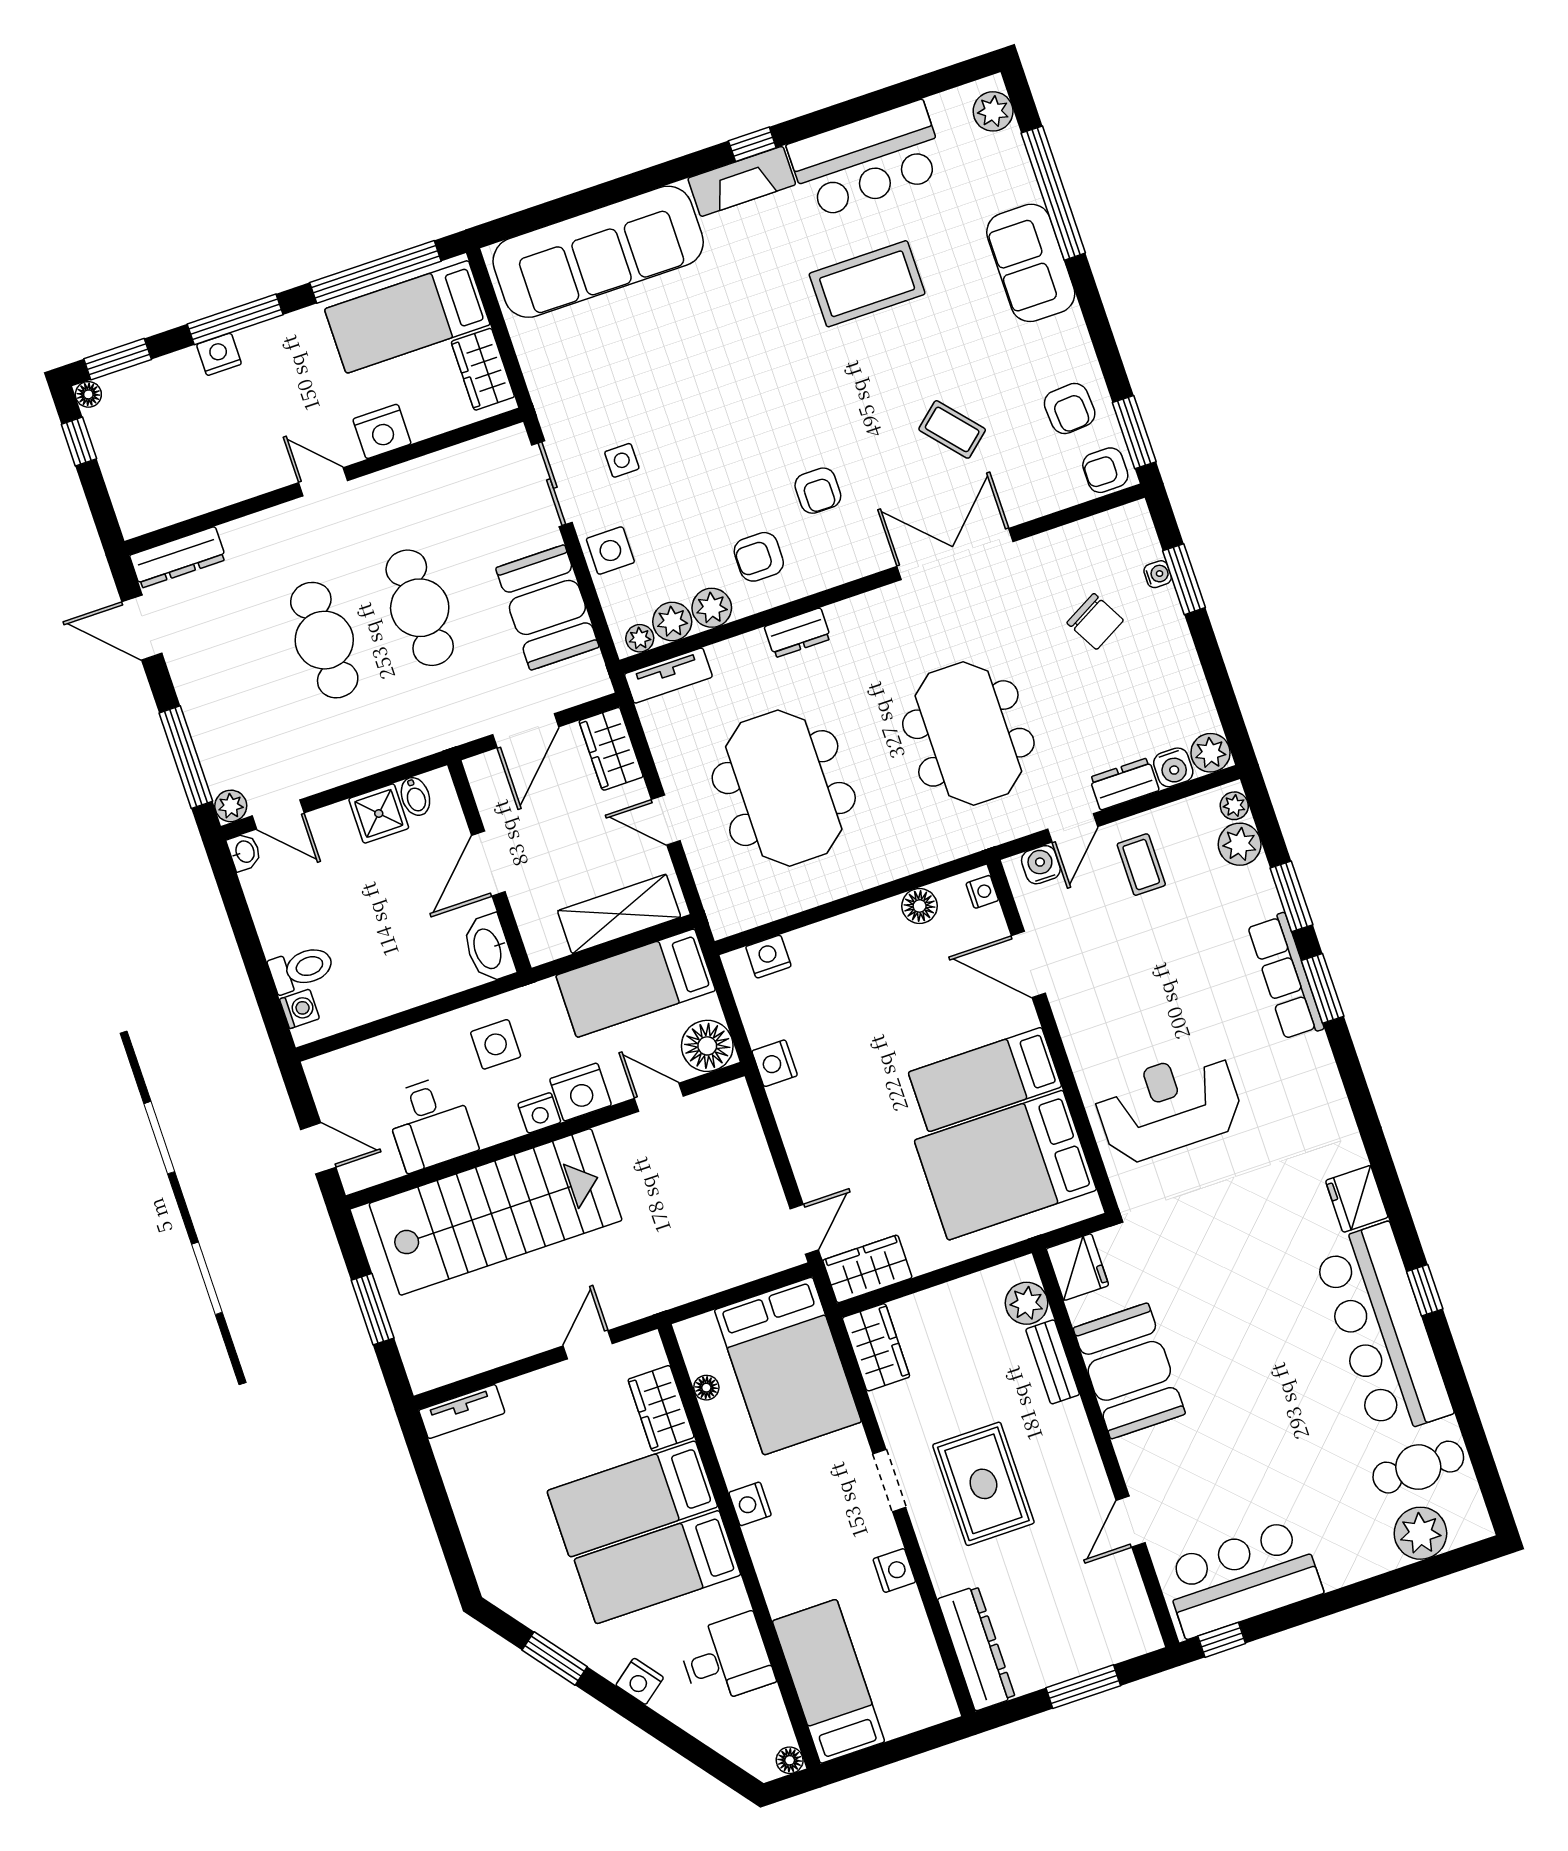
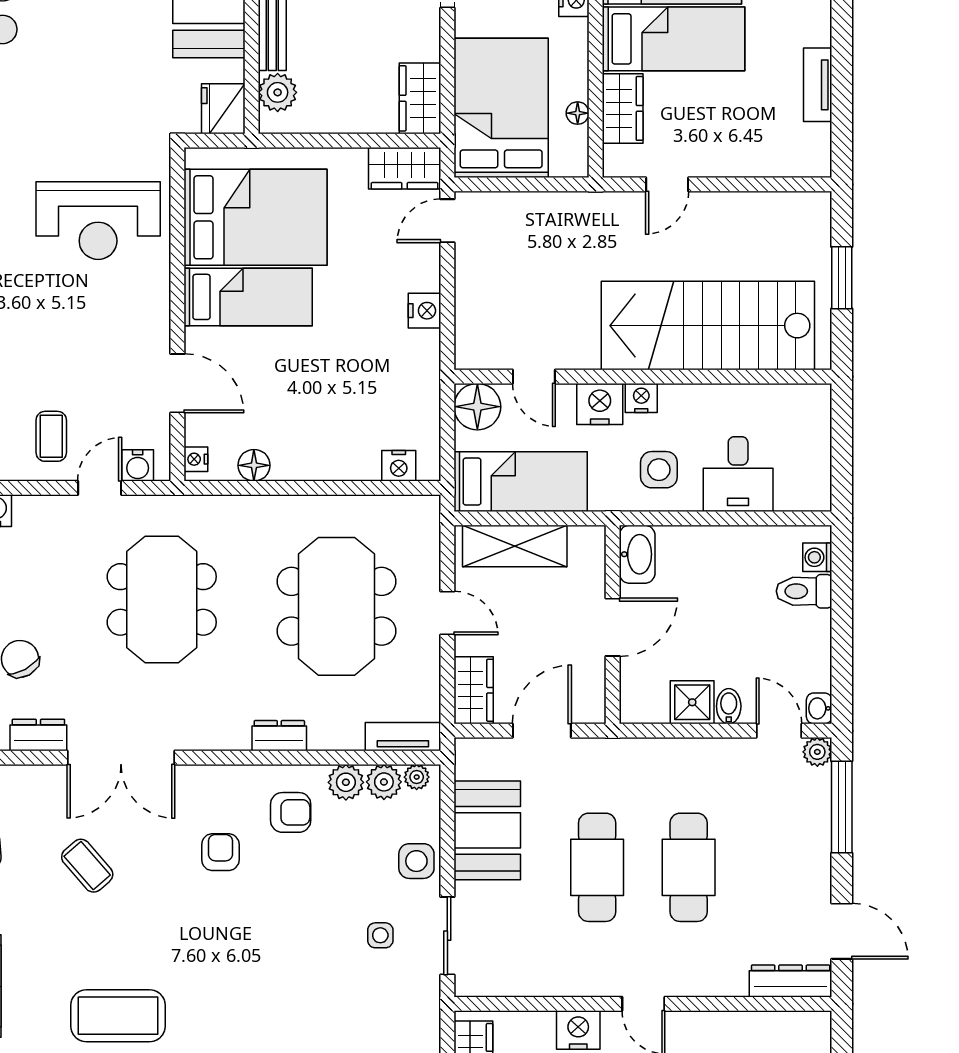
dresser: (1124, 784) -> (38, 735), moved, turned 180
bidet: (415, 796) -> (729, 706), moved
nightstand: (775, 1063) -> (424, 311), moved
desk: (430, 1123) -> (738, 474), moved, turned 180
door: (318, 1148) -> (842, 432), removed
tv unit: (462, 1412) -> (818, 85), moved, turned -90

